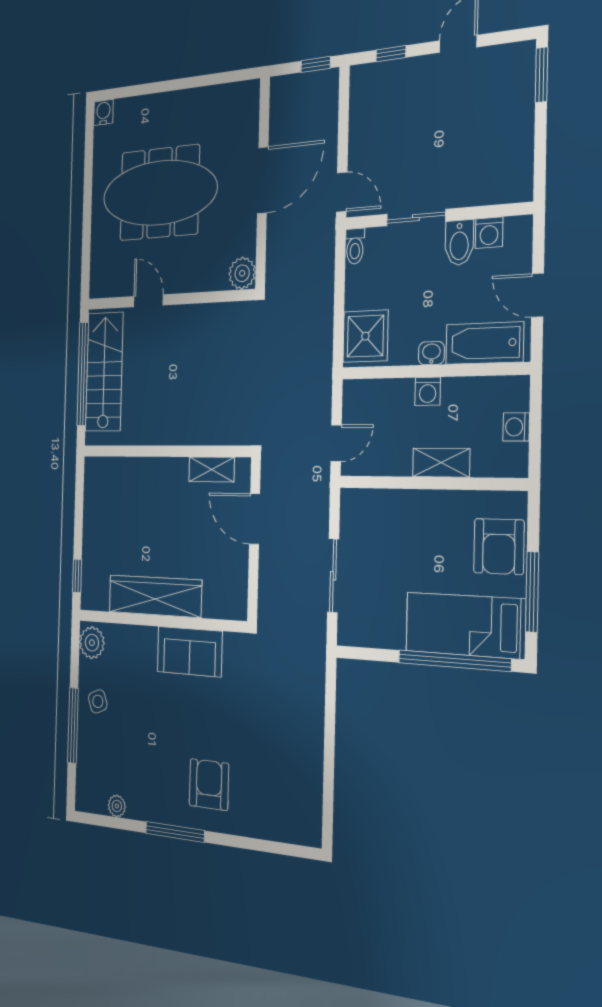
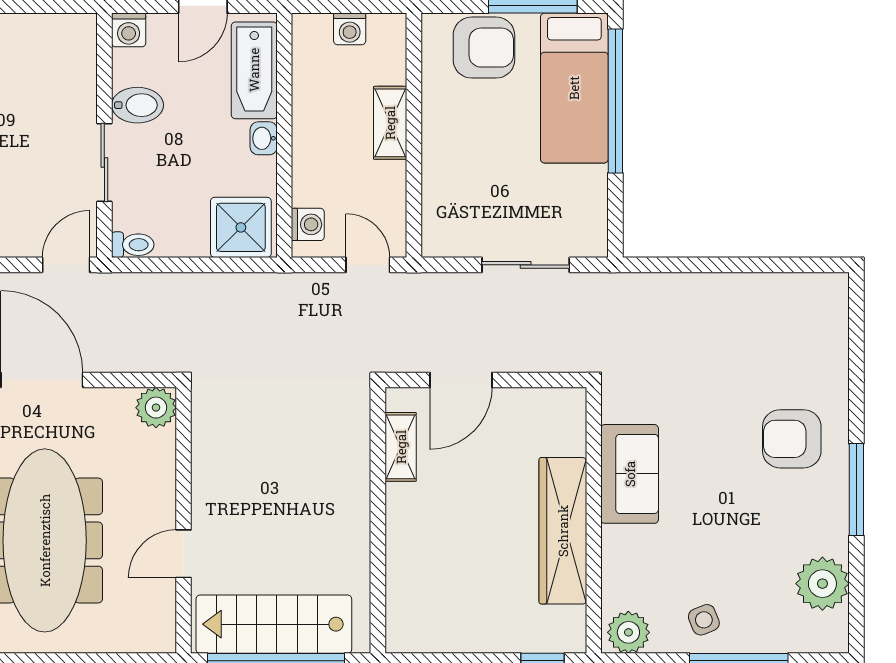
washing machine: (489, 233) -> (129, 30), moved, turned 90
washing machine: (428, 391) -> (308, 224), moved
plant: (117, 806) -> (822, 584), width x1.88, depth x1.88

